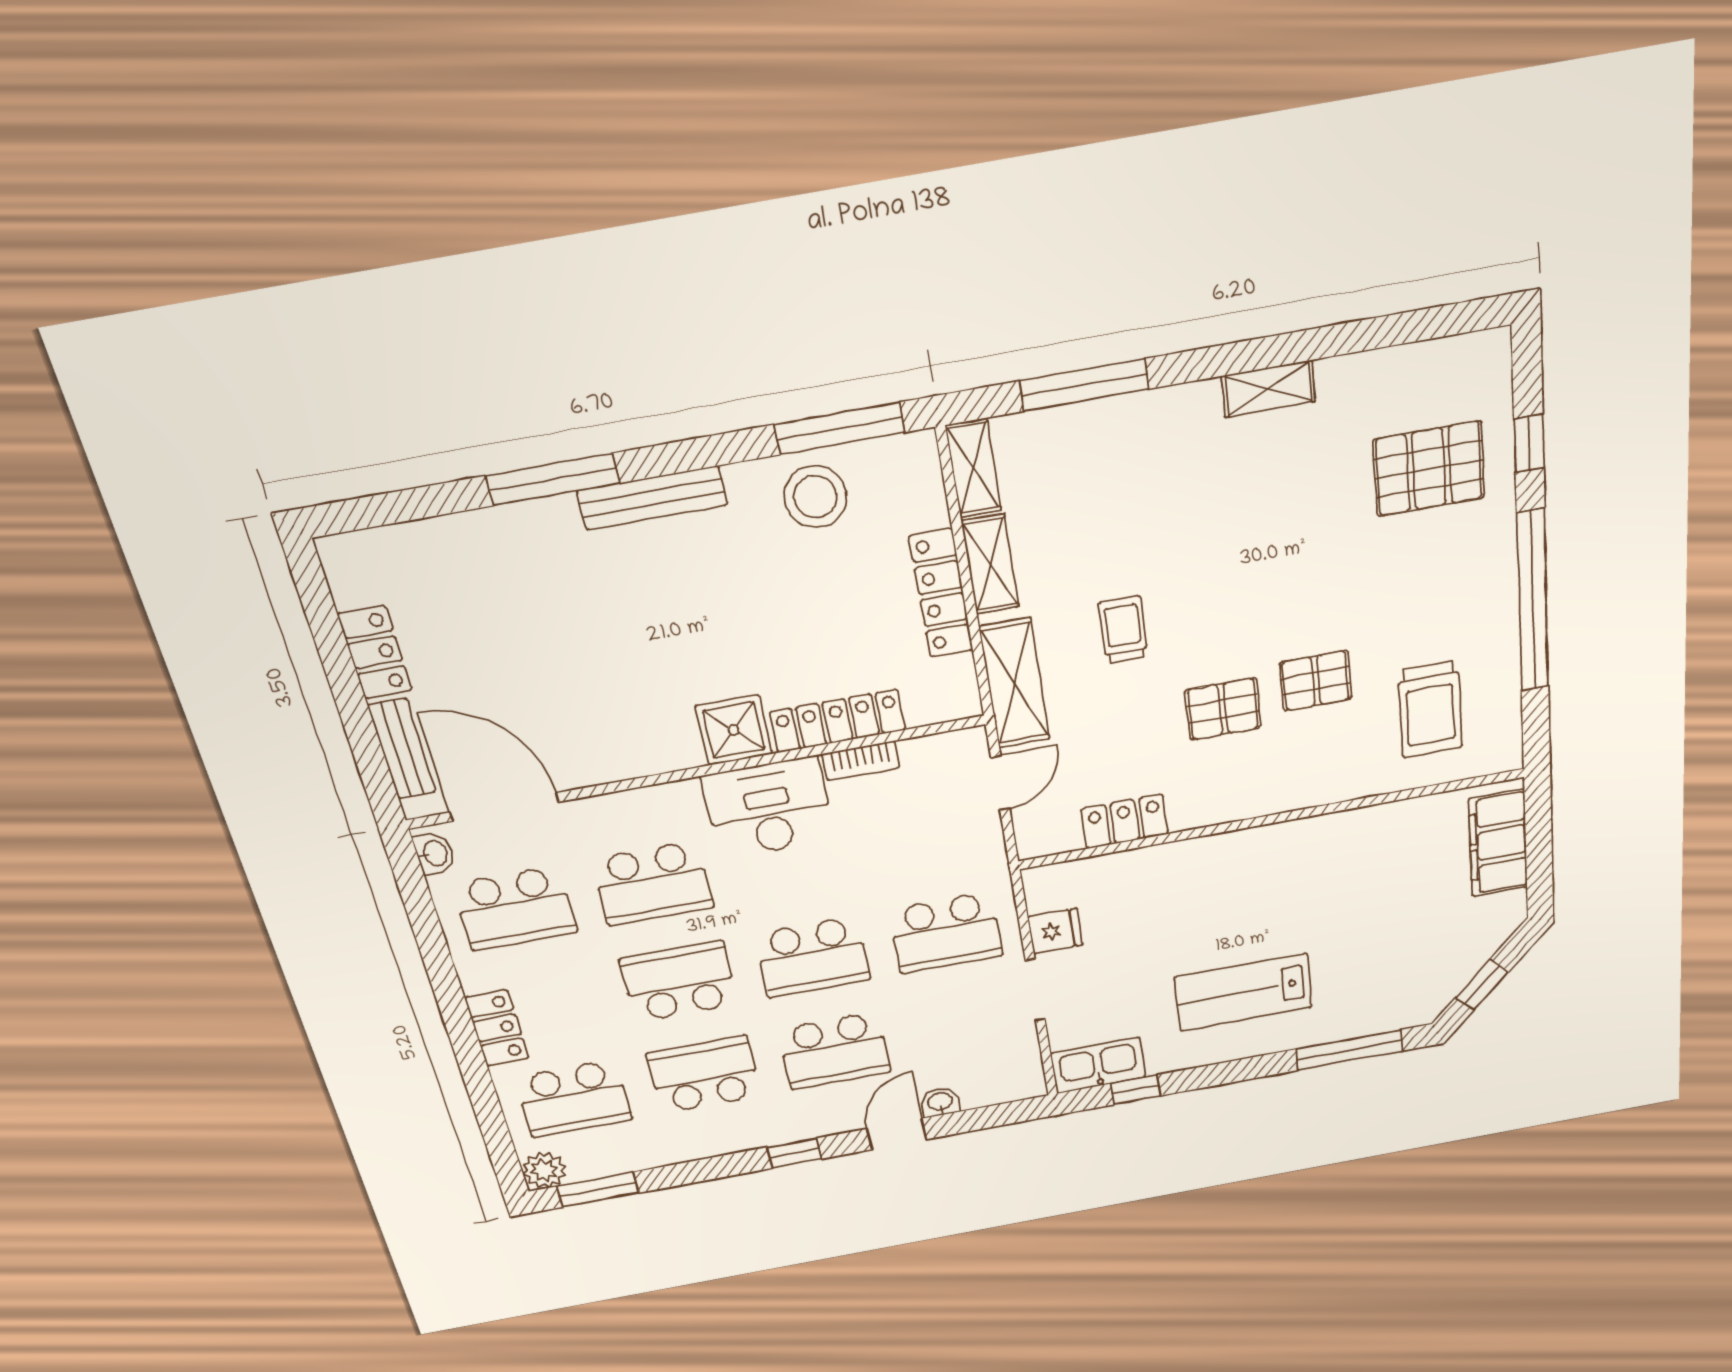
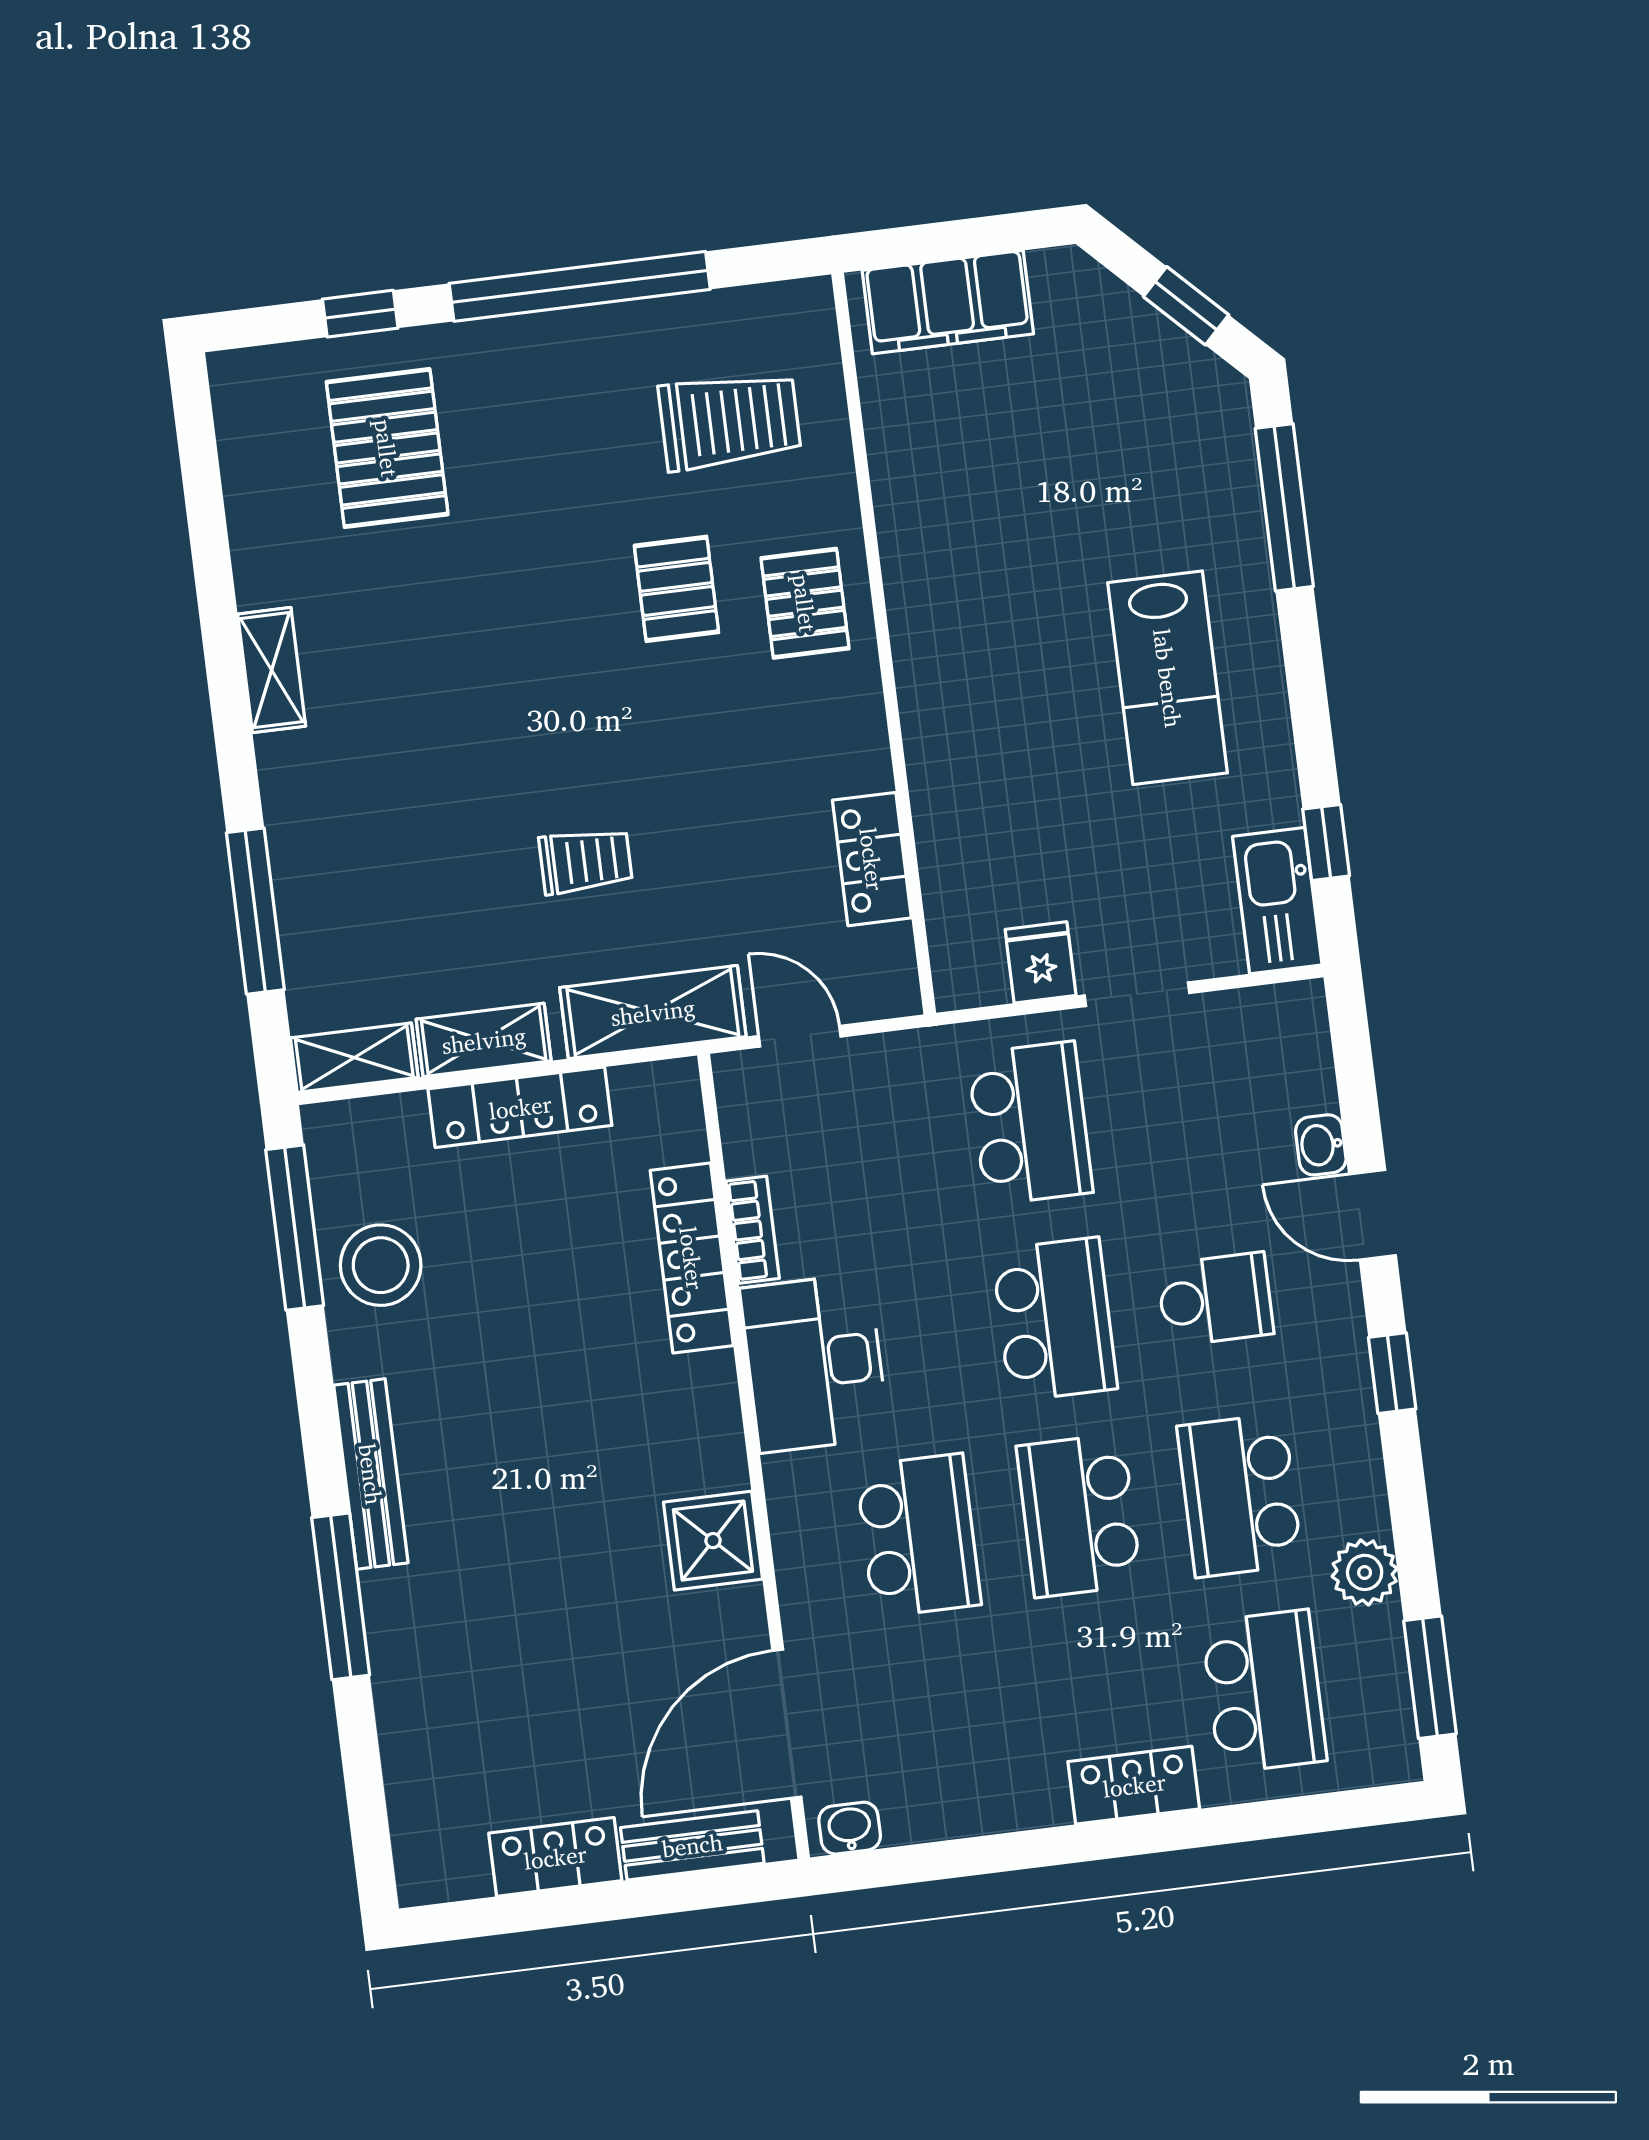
trolley: (1123, 630) -> (586, 861), turned 180
pallet: (1223, 709) -> (805, 603), moved
shower: (734, 730) -> (713, 1541), moved
school desk: (515, 908) -> (943, 1732), removed
school desk: (834, 1051) -> (1215, 1299), width x0.54
plant: (544, 1170) -> (1365, 1572), moved

